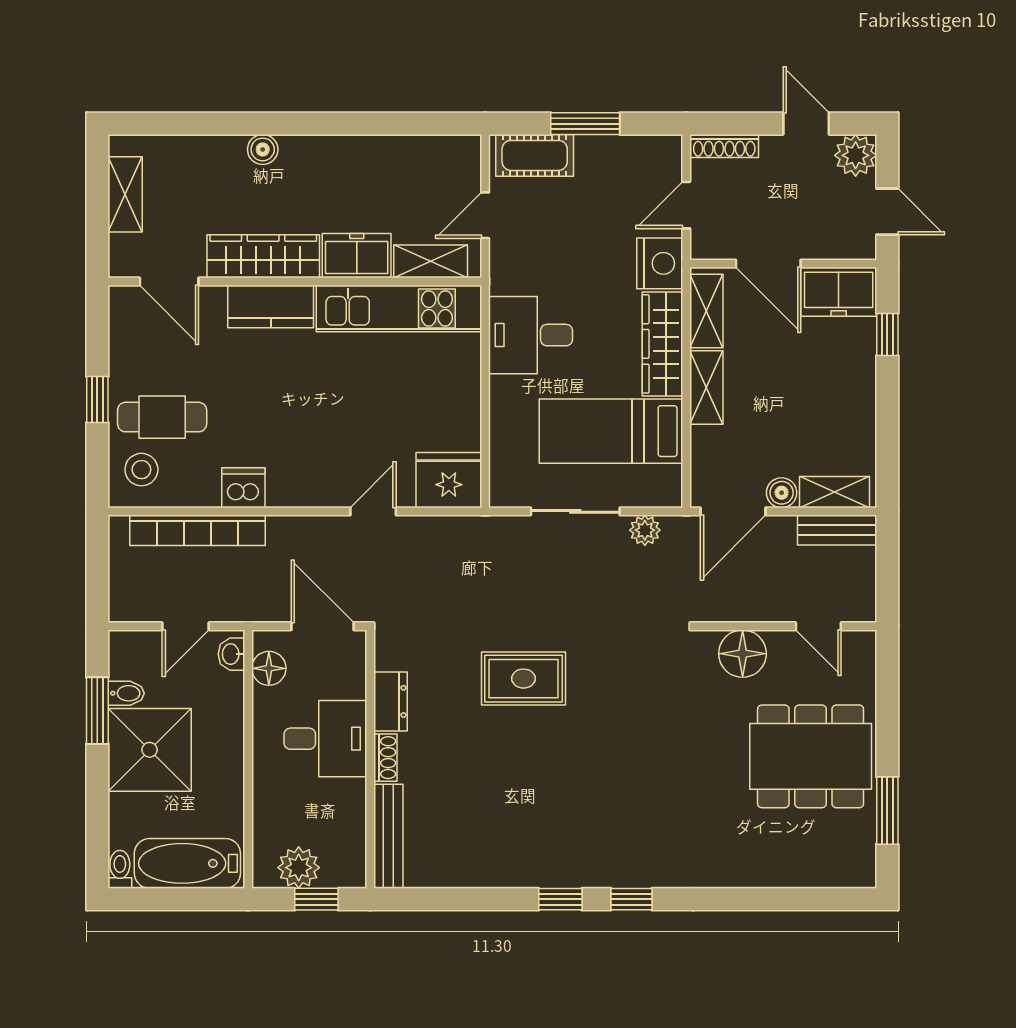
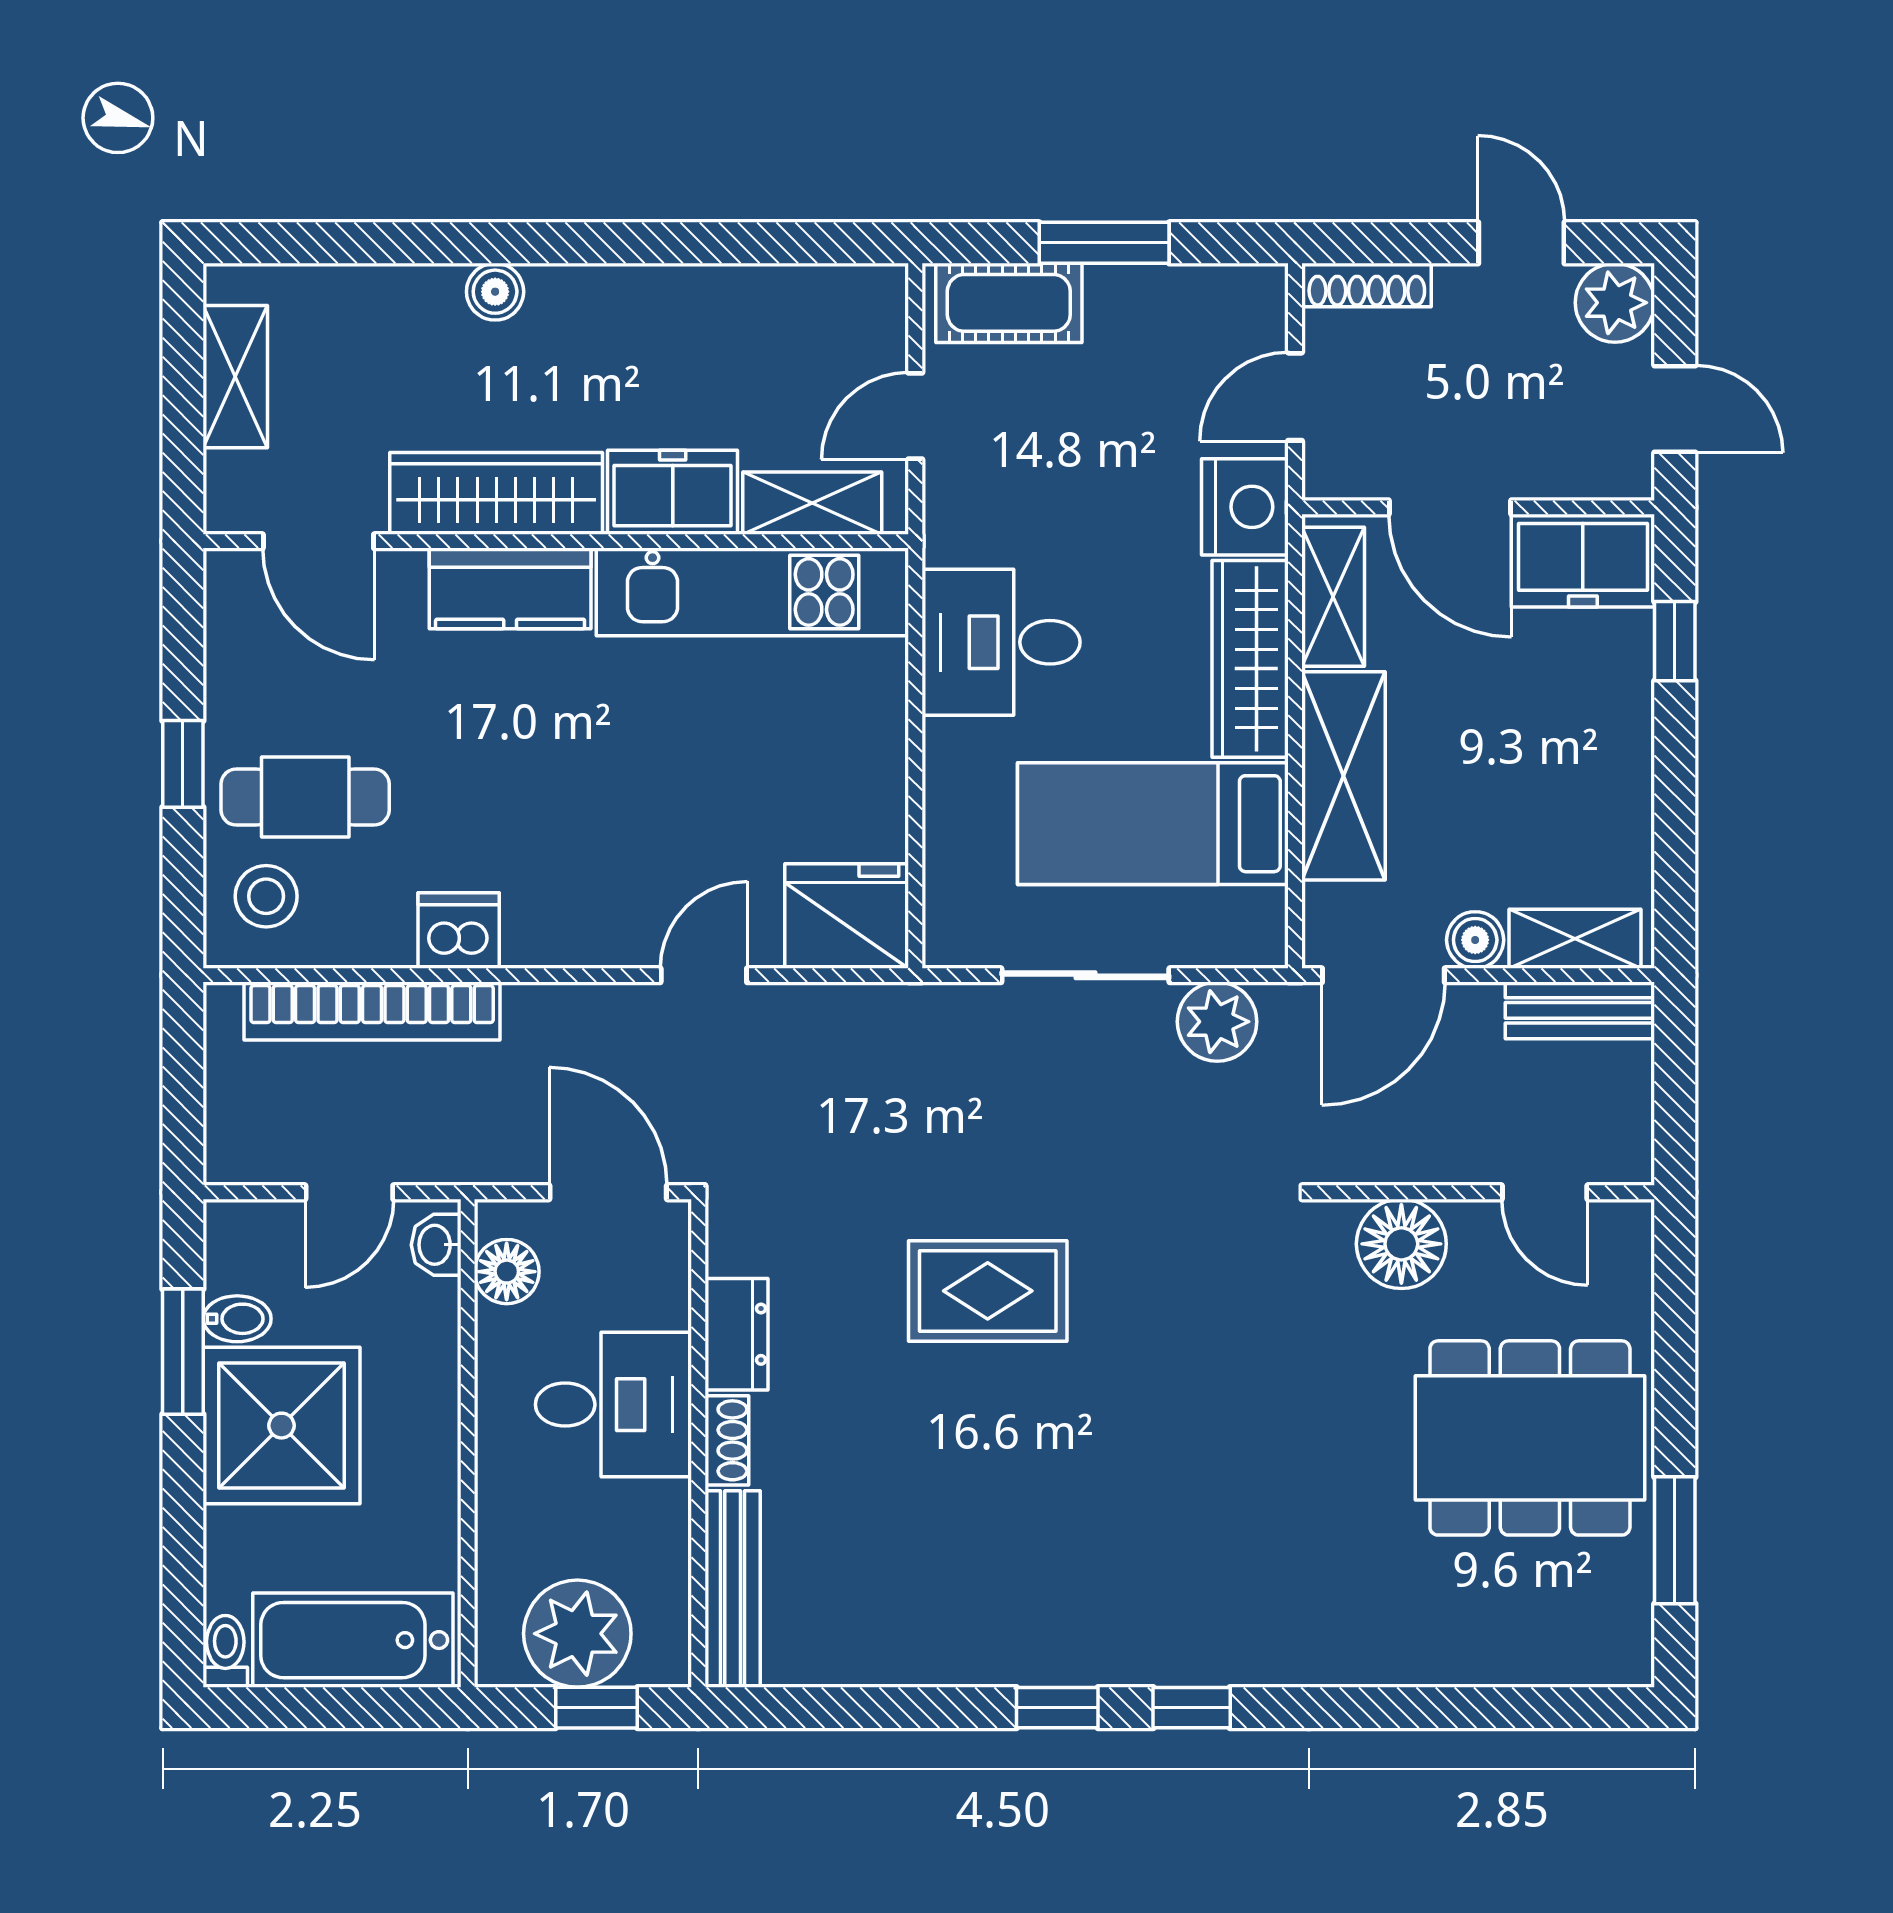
shelving: (706, 387) -> (1343, 776), width x1.50, depth x1.33
plant: (645, 530) -> (1217, 1022), width x1.38, depth x1.38
plant: (299, 868) -> (577, 1634), width x1.36, depth x1.36

